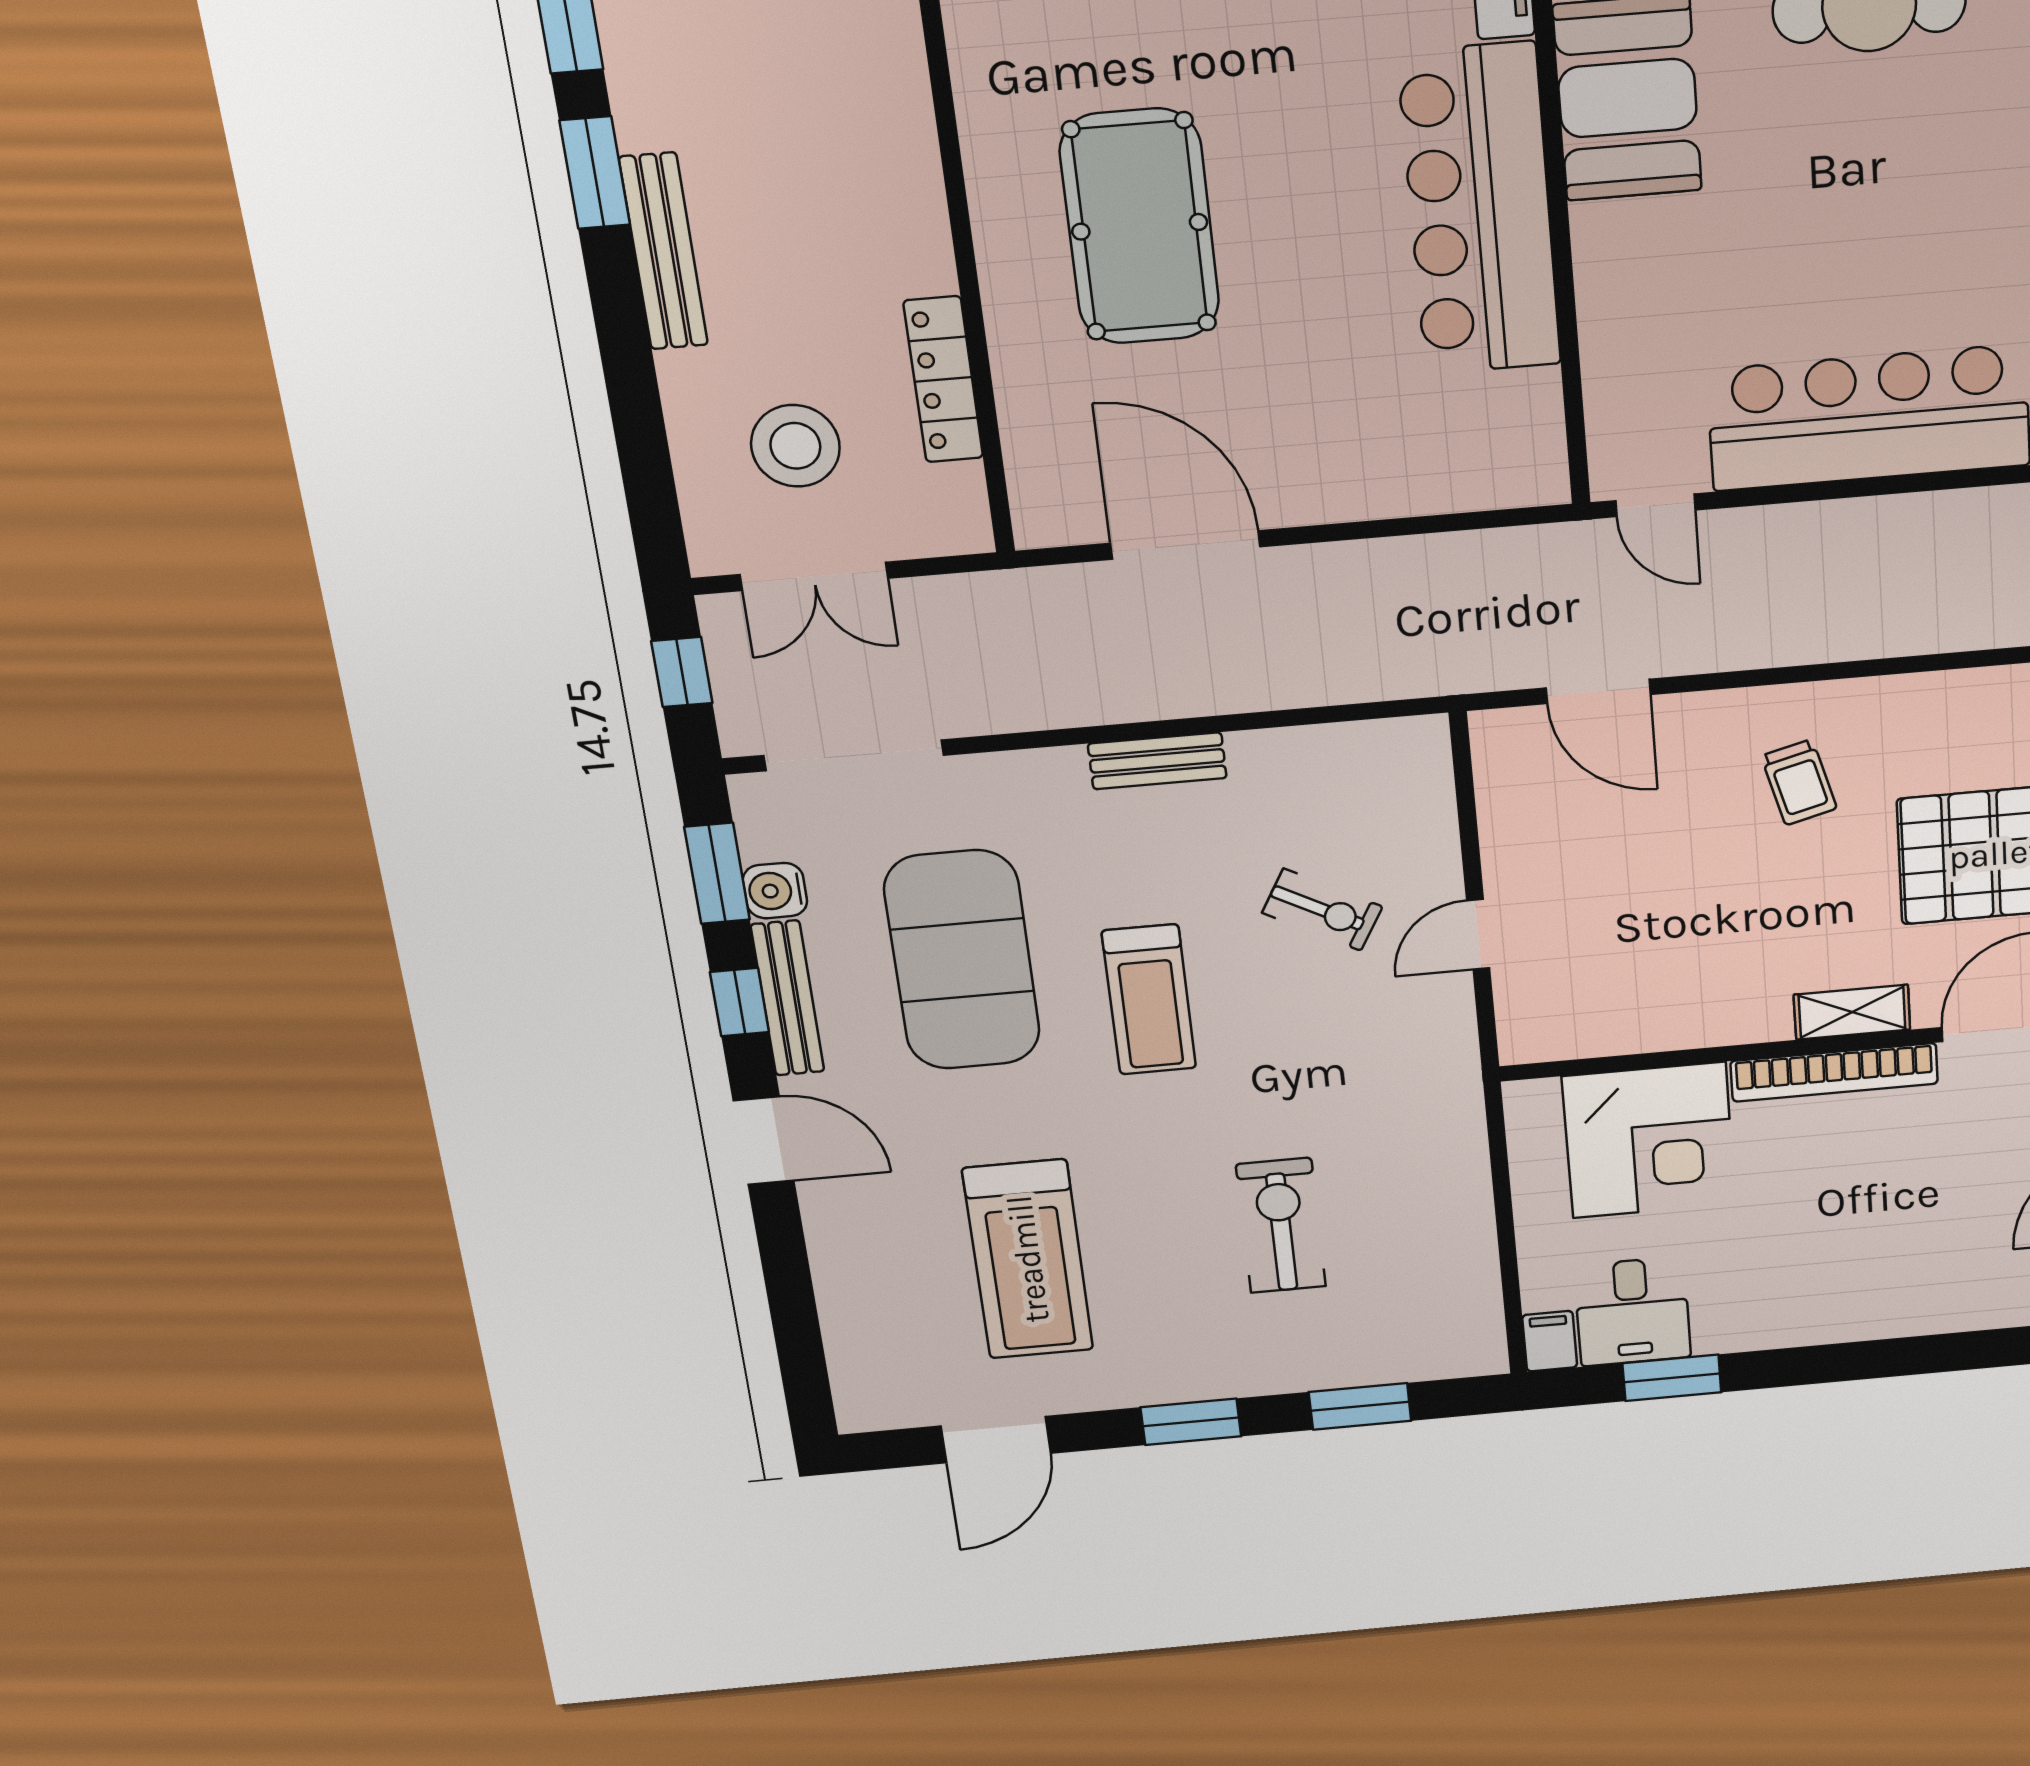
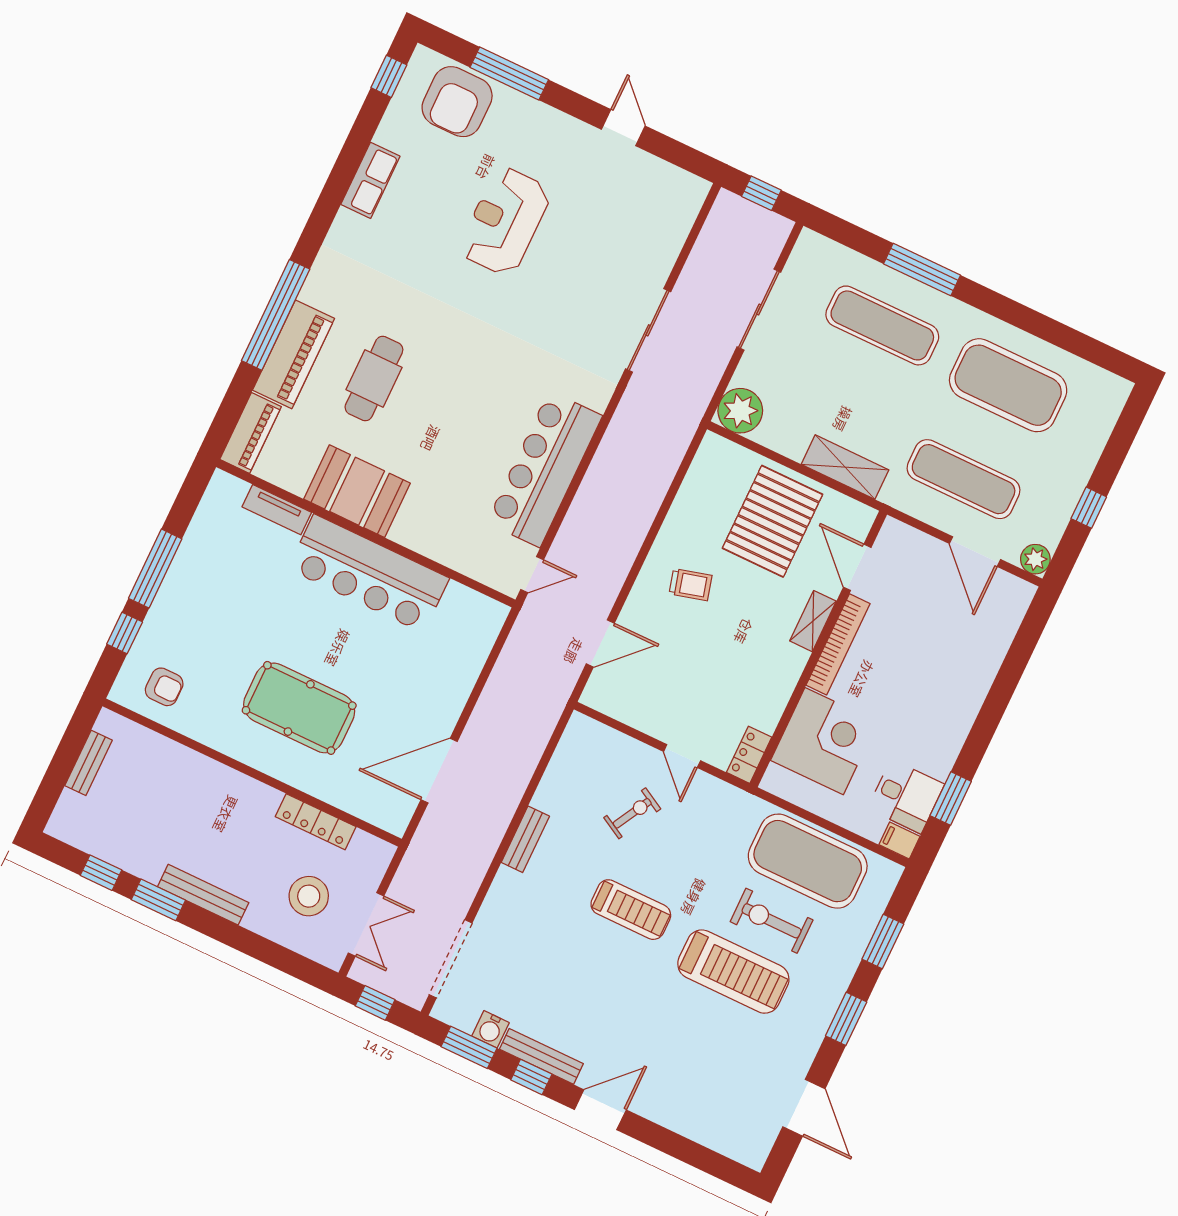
exercise mat: (962, 960) -> (808, 861), moved
locker: (1550, 1038) -> (749, 755), added
treadmill: (1028, 1259) -> (733, 972), moved

